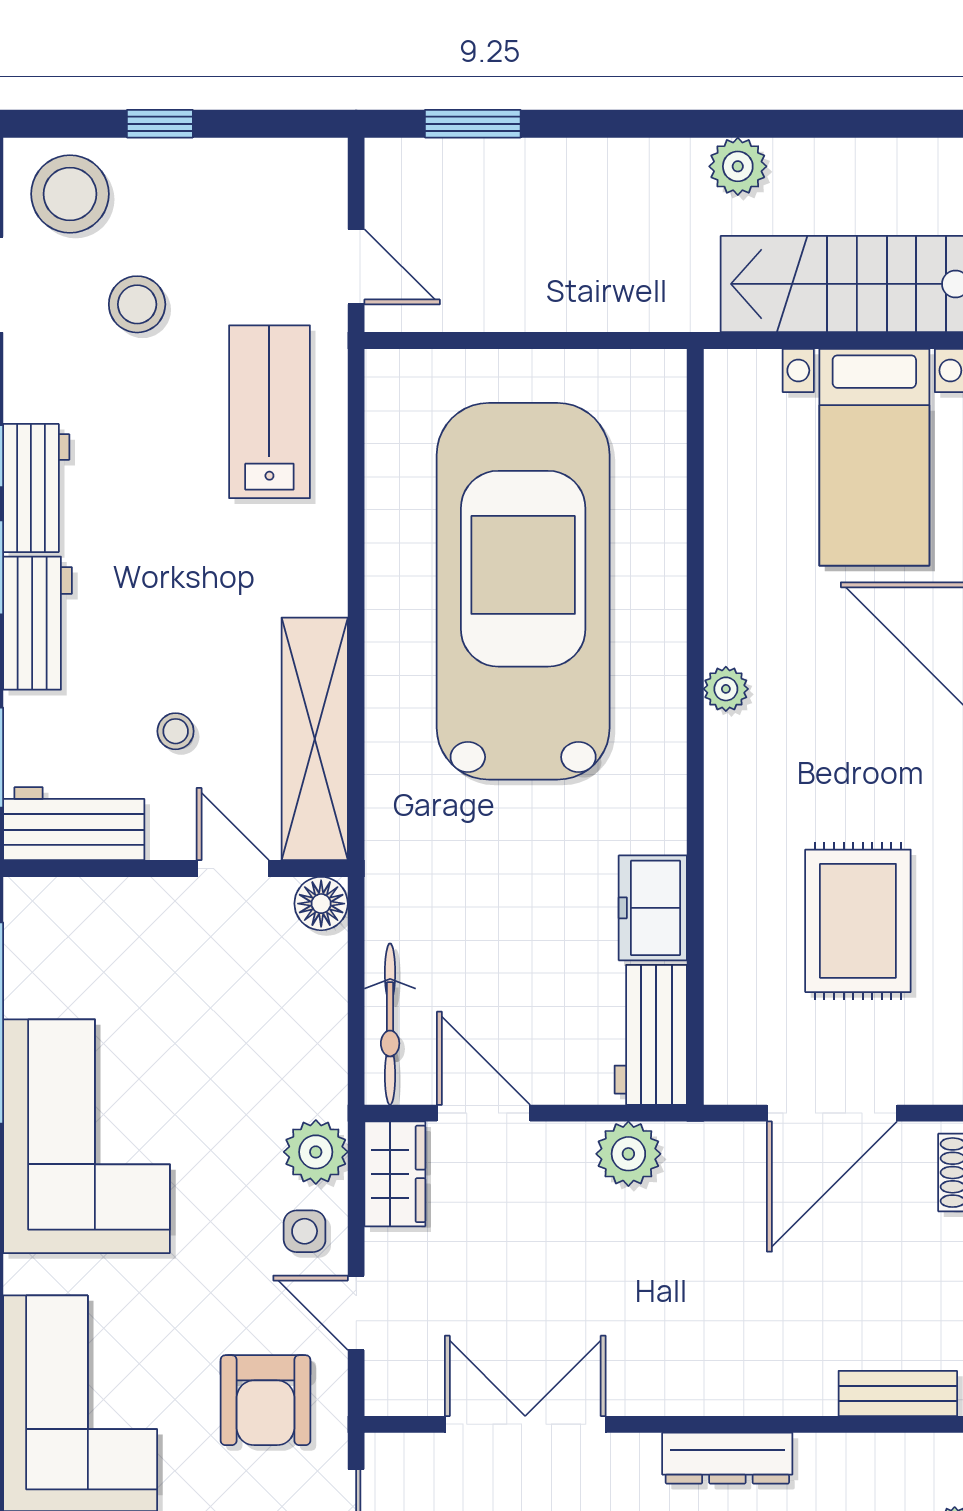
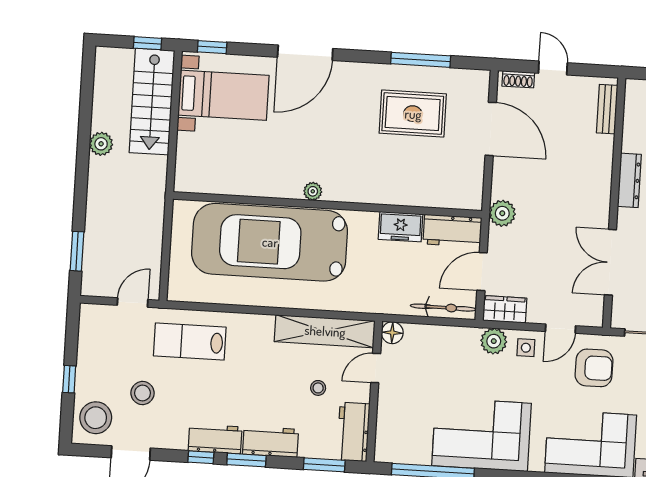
plant: (726, 689) -> (313, 191), moved
wall: (695, 727) -> (327, 205), moved
freezer: (653, 908) -> (400, 227), moved
workbench: (651, 1035) -> (452, 231), moved

